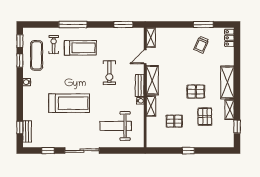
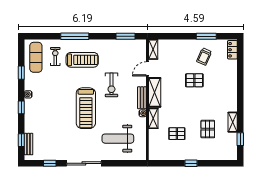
window: (20, 41) -> (21, 107), moved
exercise mat: (37, 55) -> (36, 57), moved
shelving: (227, 82) -> (230, 95), removed
pallet: (196, 92) -> (194, 80), moved
treadmill: (69, 103) -> (86, 108), moved, turned 90

